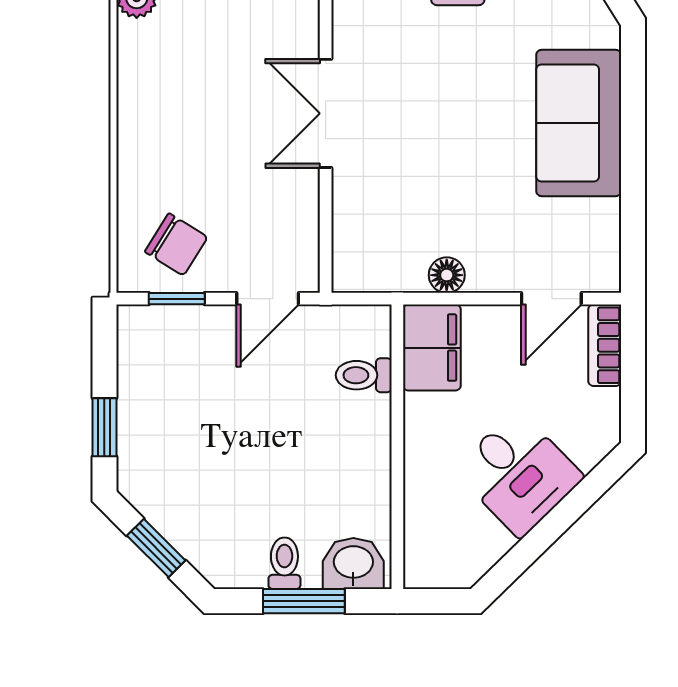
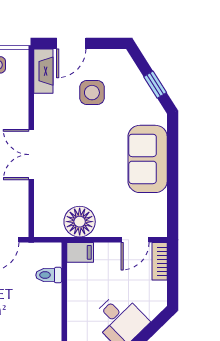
floor lamp: (447, 275) -> (80, 222), width x1.89, depth x1.89
filing cabinet: (432, 348) -> (80, 252), width x0.50

